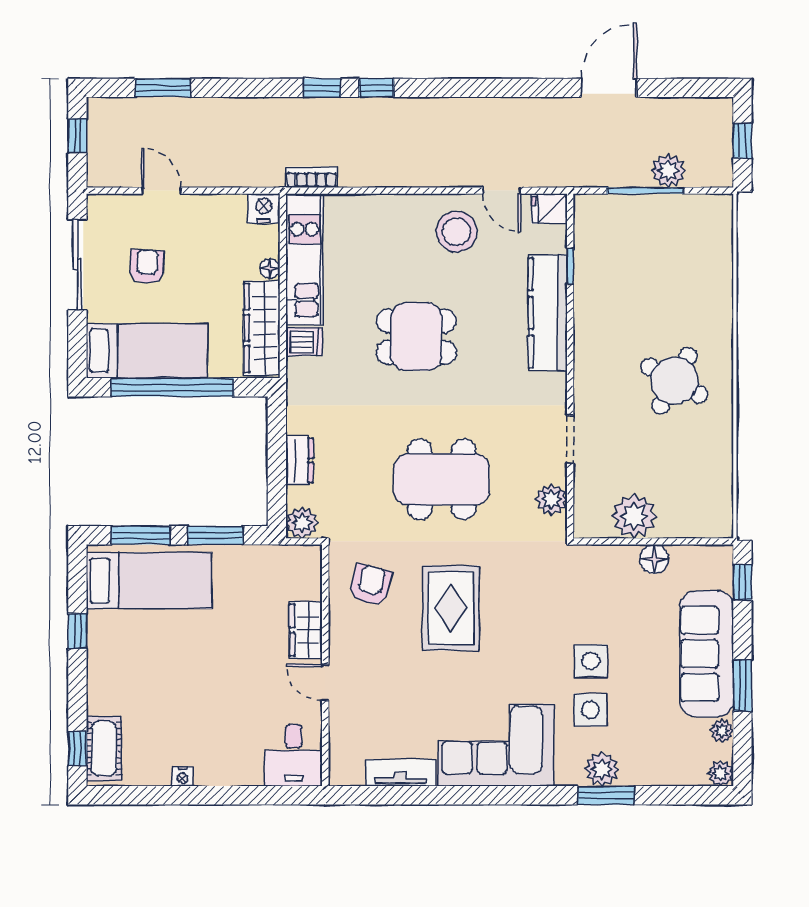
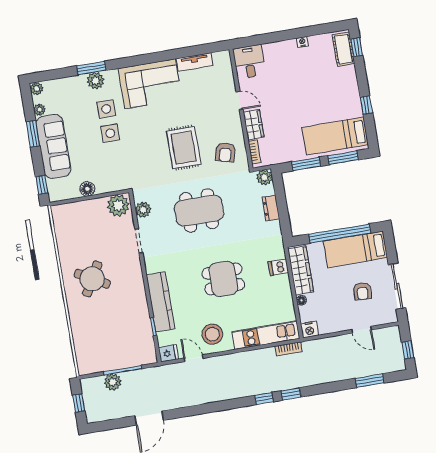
kitchen unit: (304, 259) -> (266, 335), moved, turned 90
plant: (634, 516) -> (118, 205), moved
bookcase: (313, 576) -> (254, 152), added

